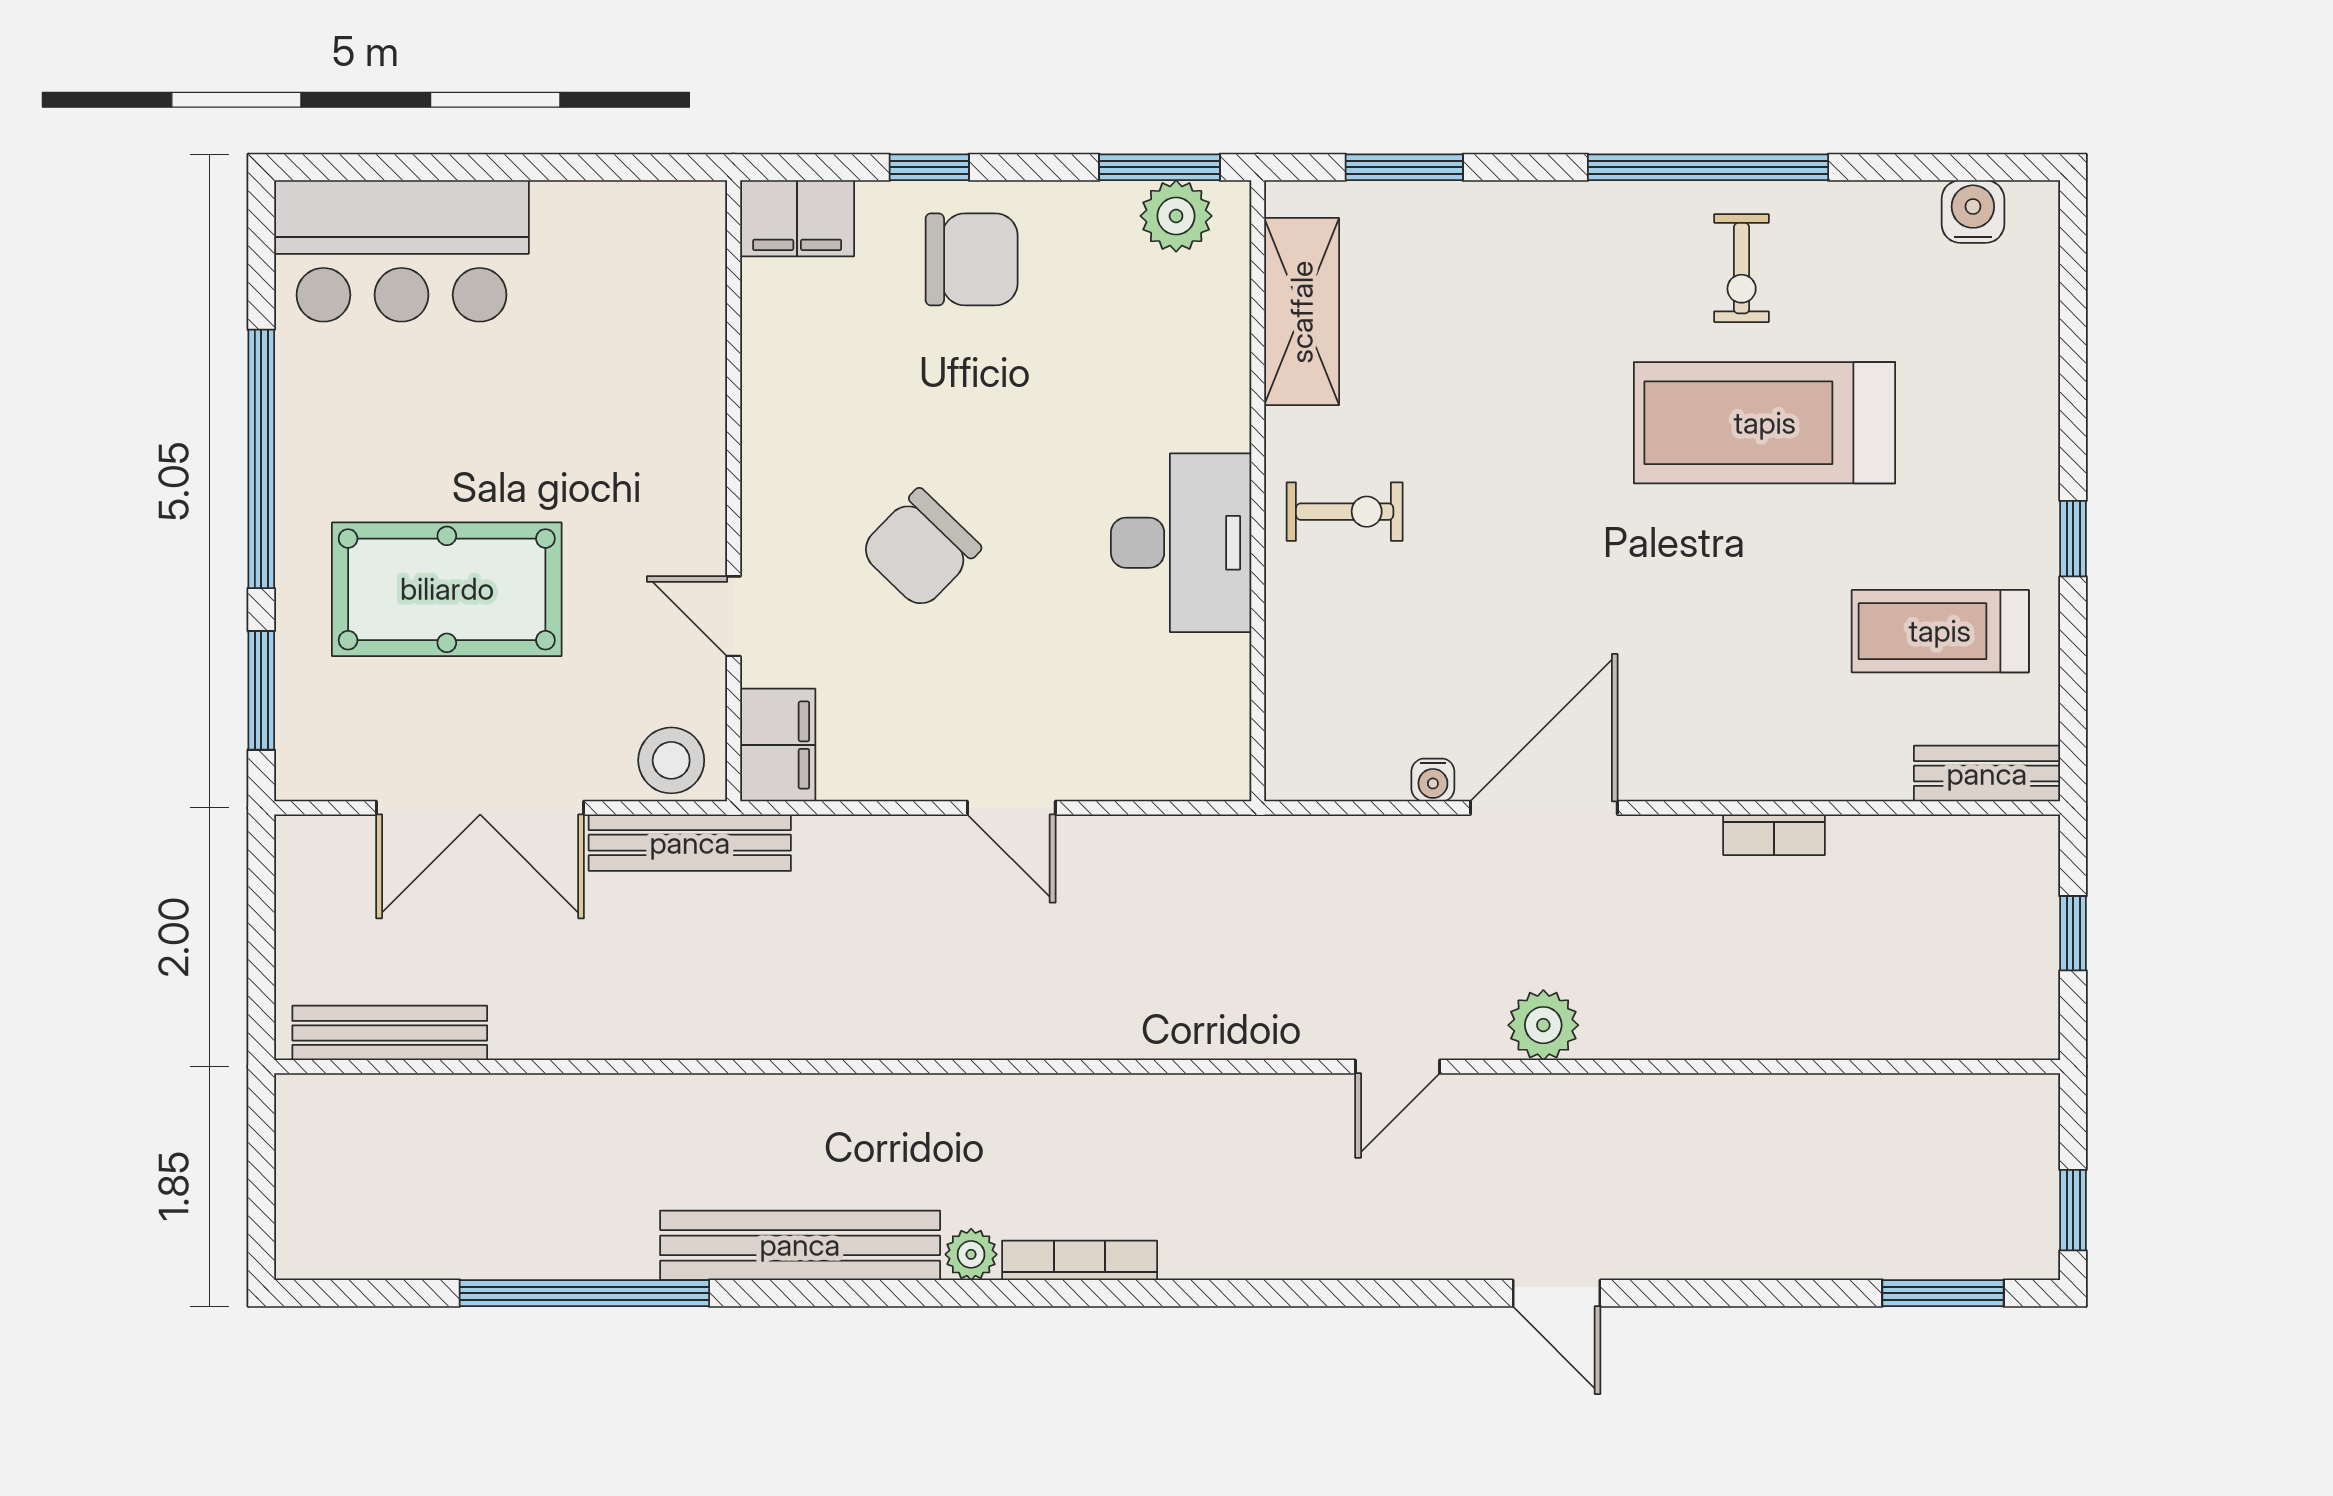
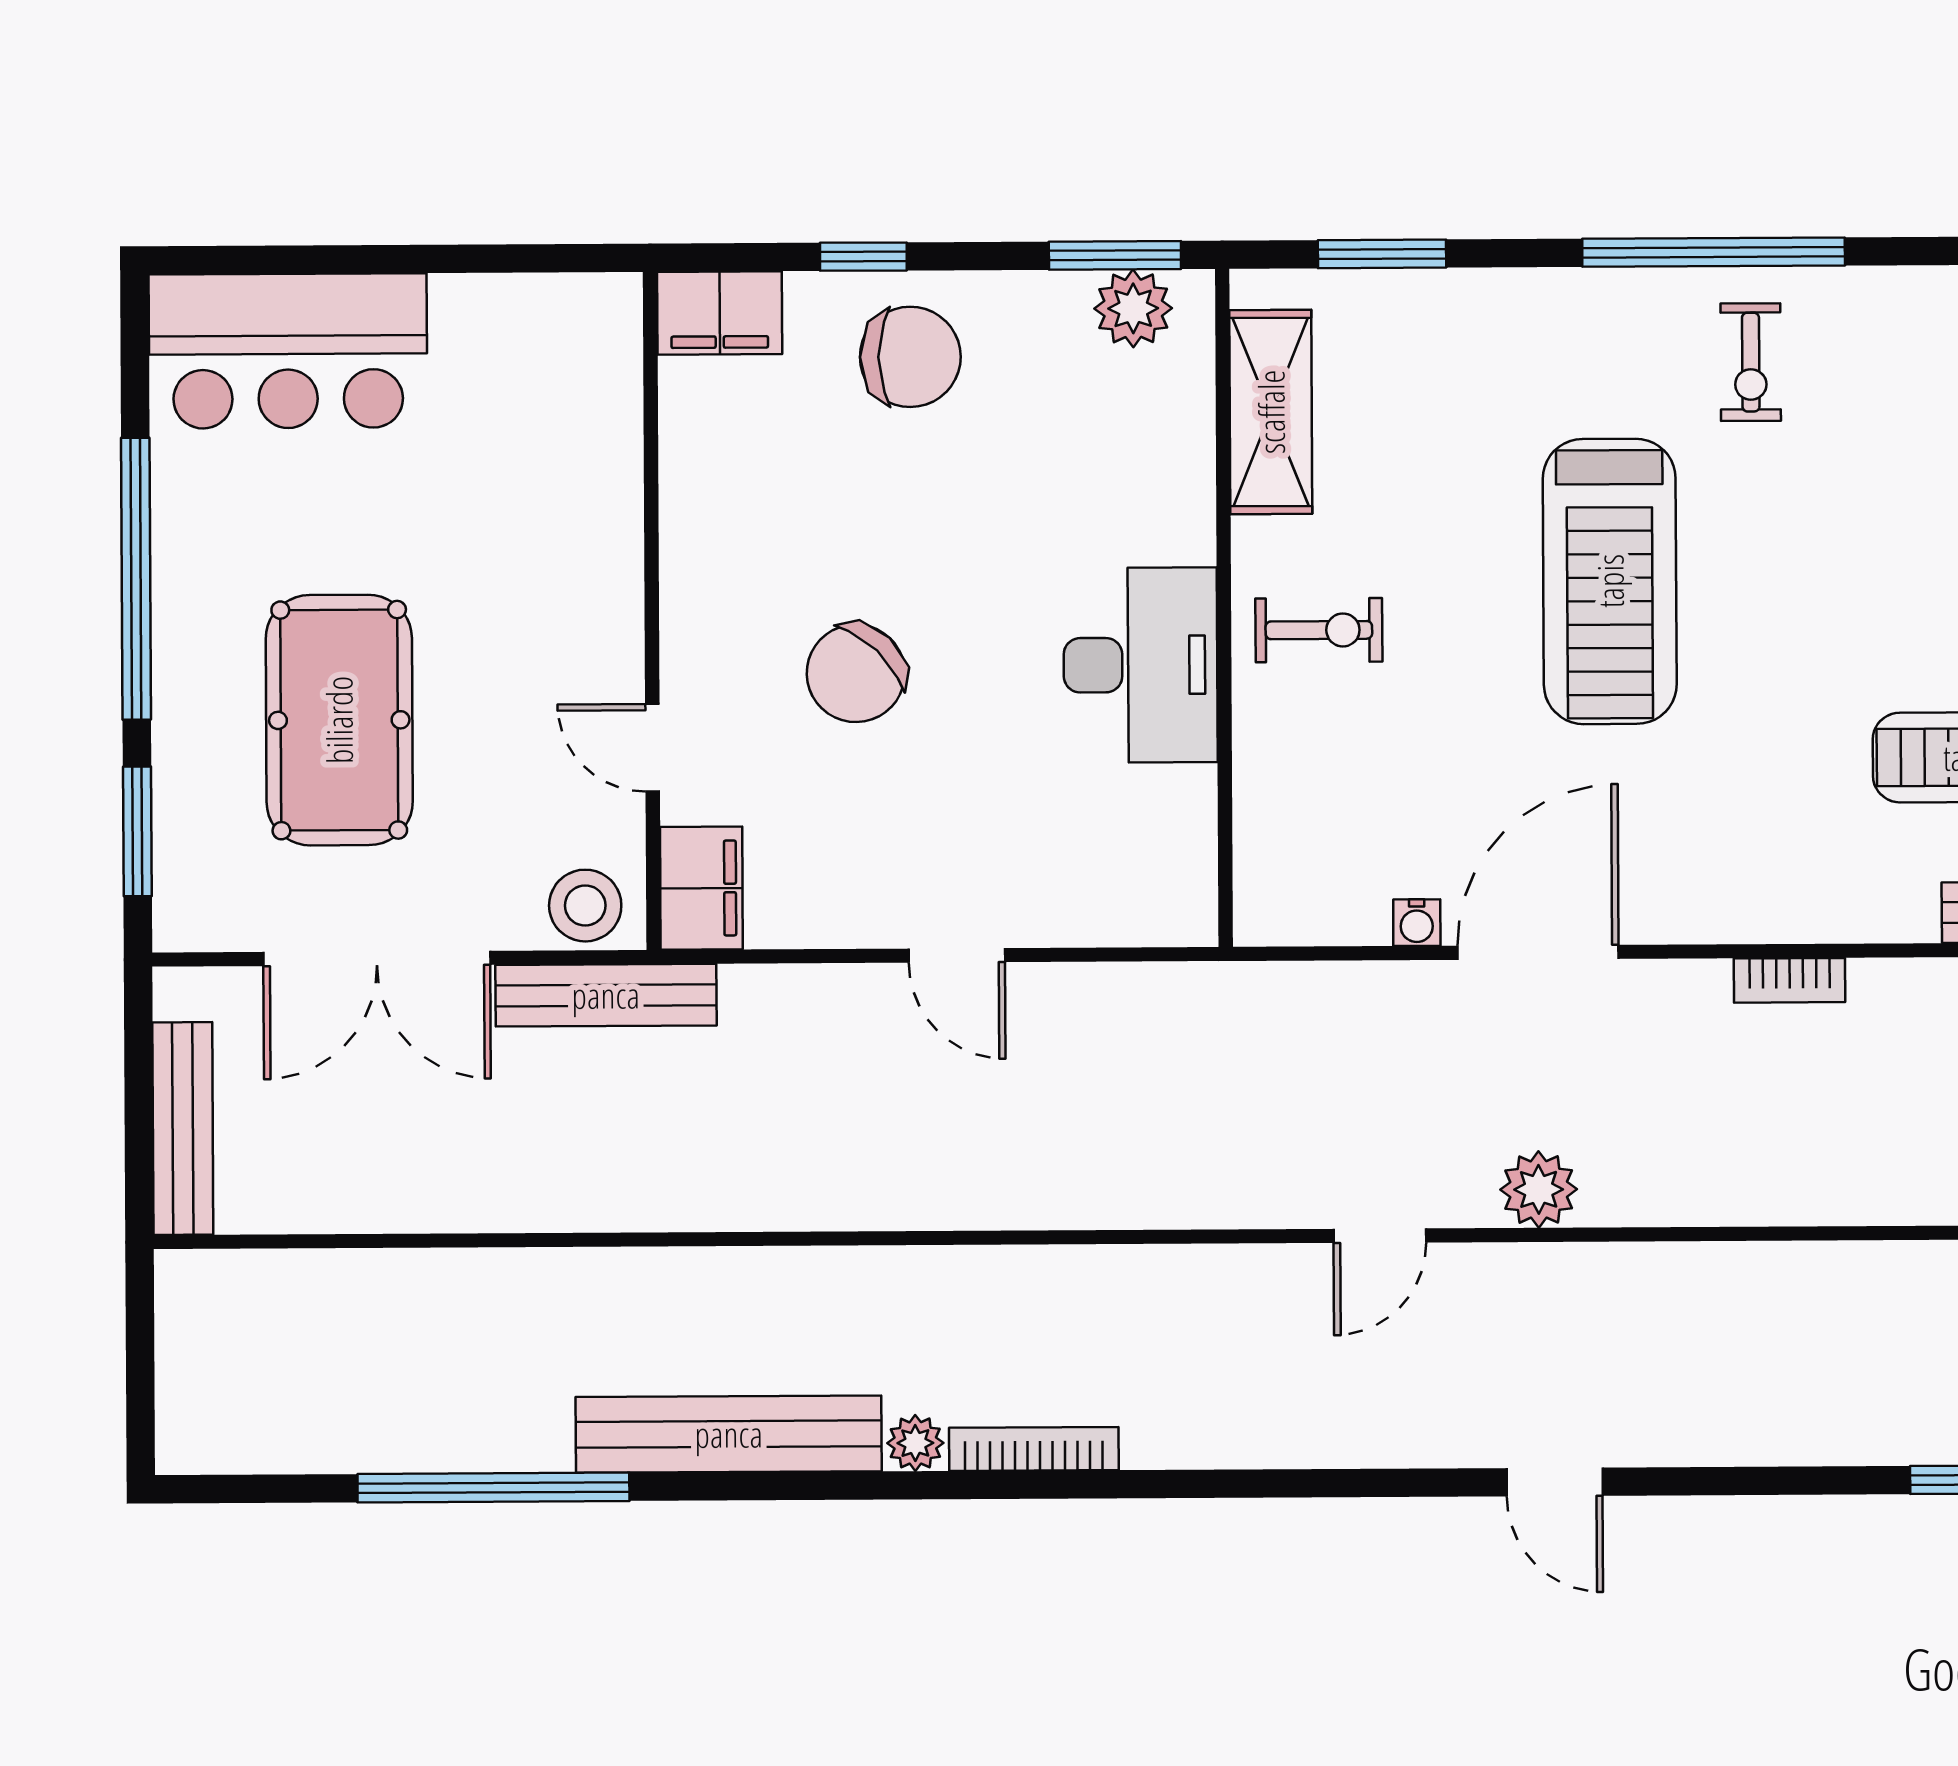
treadmill: (1765, 423) -> (1610, 581), moved, turned -90
pool table: (447, 589) -> (339, 720), turned 90
bench: (390, 1033) -> (183, 1128), moved, turned 90

